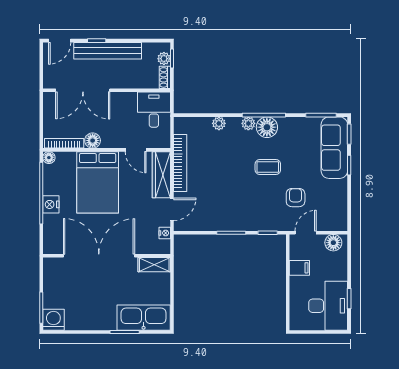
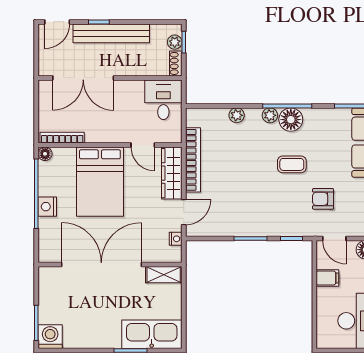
floor lamp: (93, 141) -> (94, 135), removed
armchair: (296, 198) -> (323, 199), turned -90
door: (306, 233) -> (334, 238), swing flipped

